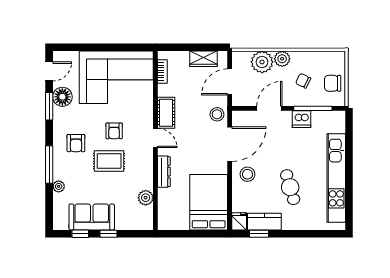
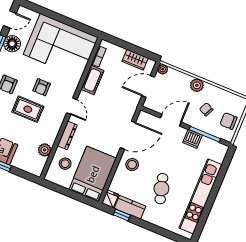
plant: (262, 62) -> (163, 69), moved, width x0.53, depth x0.53
cot: (166, 113) -> (92, 80), moved
stool: (217, 114) -> (65, 164), moved

